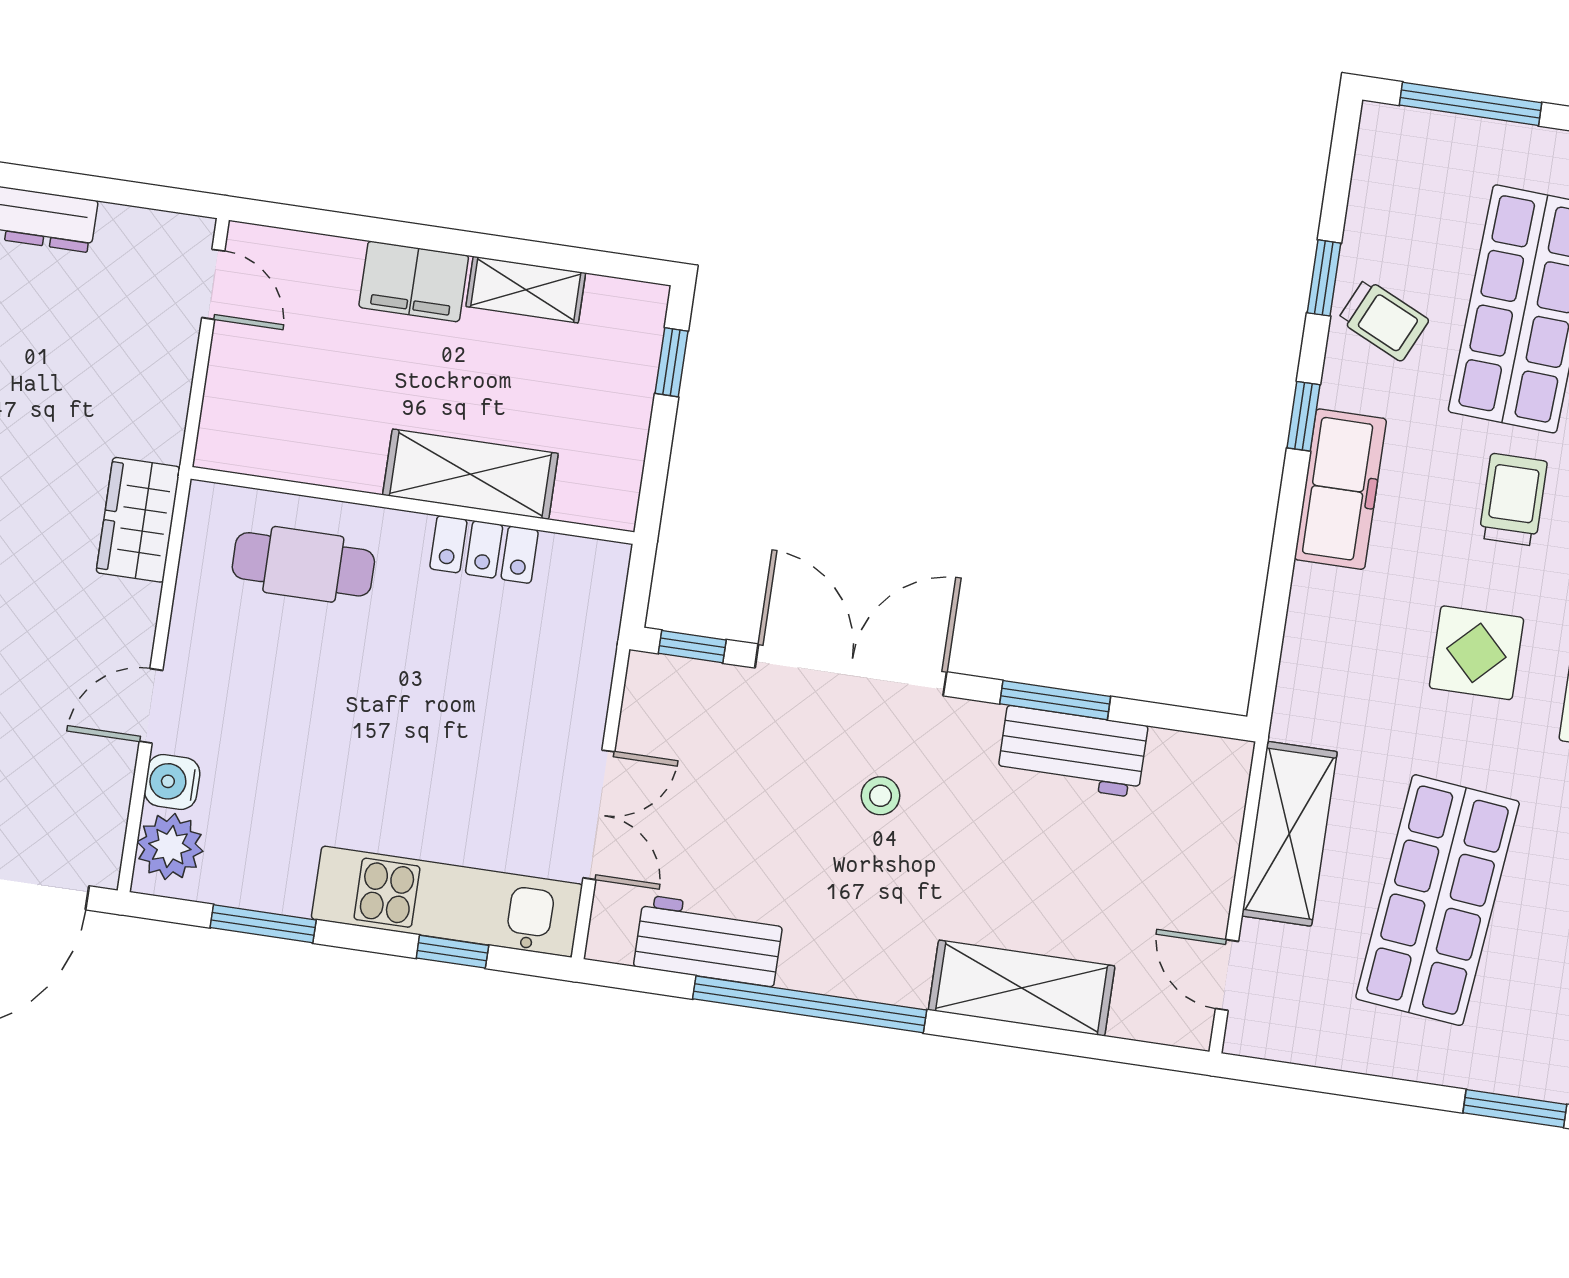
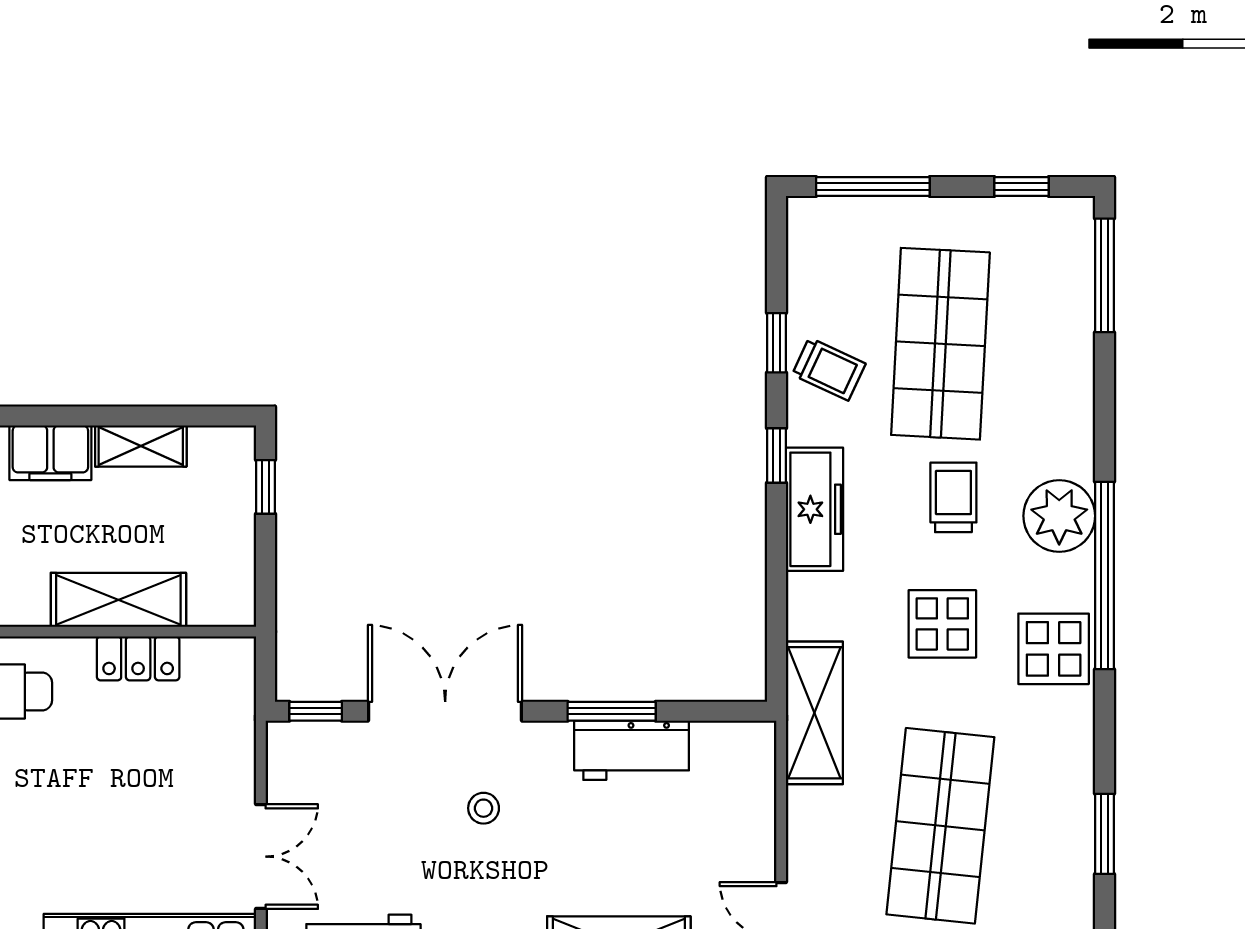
shelving: (1289, 834) -> (814, 713), moved

